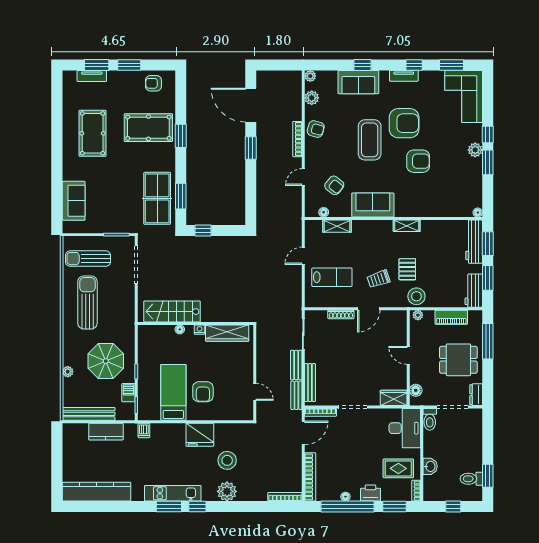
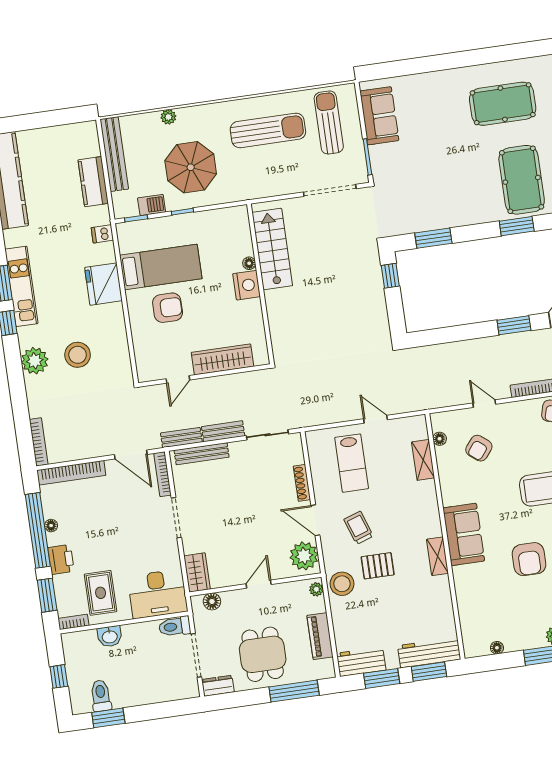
table tennis table: (157, 198) -> (426, 206), removed
sofa: (74, 201) -> (379, 116), moved, turned -90
sofa: (373, 205) -> (464, 534), moved
floor lamp: (478, 213) -> (497, 648), moved
plant: (393, 320) -> (304, 556), added
nightstand: (200, 330) -> (247, 285), width x1.89, depth x1.79
wardrobe: (227, 333) -> (222, 359), moved, turned 90
armchair: (203, 392) -> (168, 308), turned 180
fridge: (200, 435) -> (103, 284), moved

